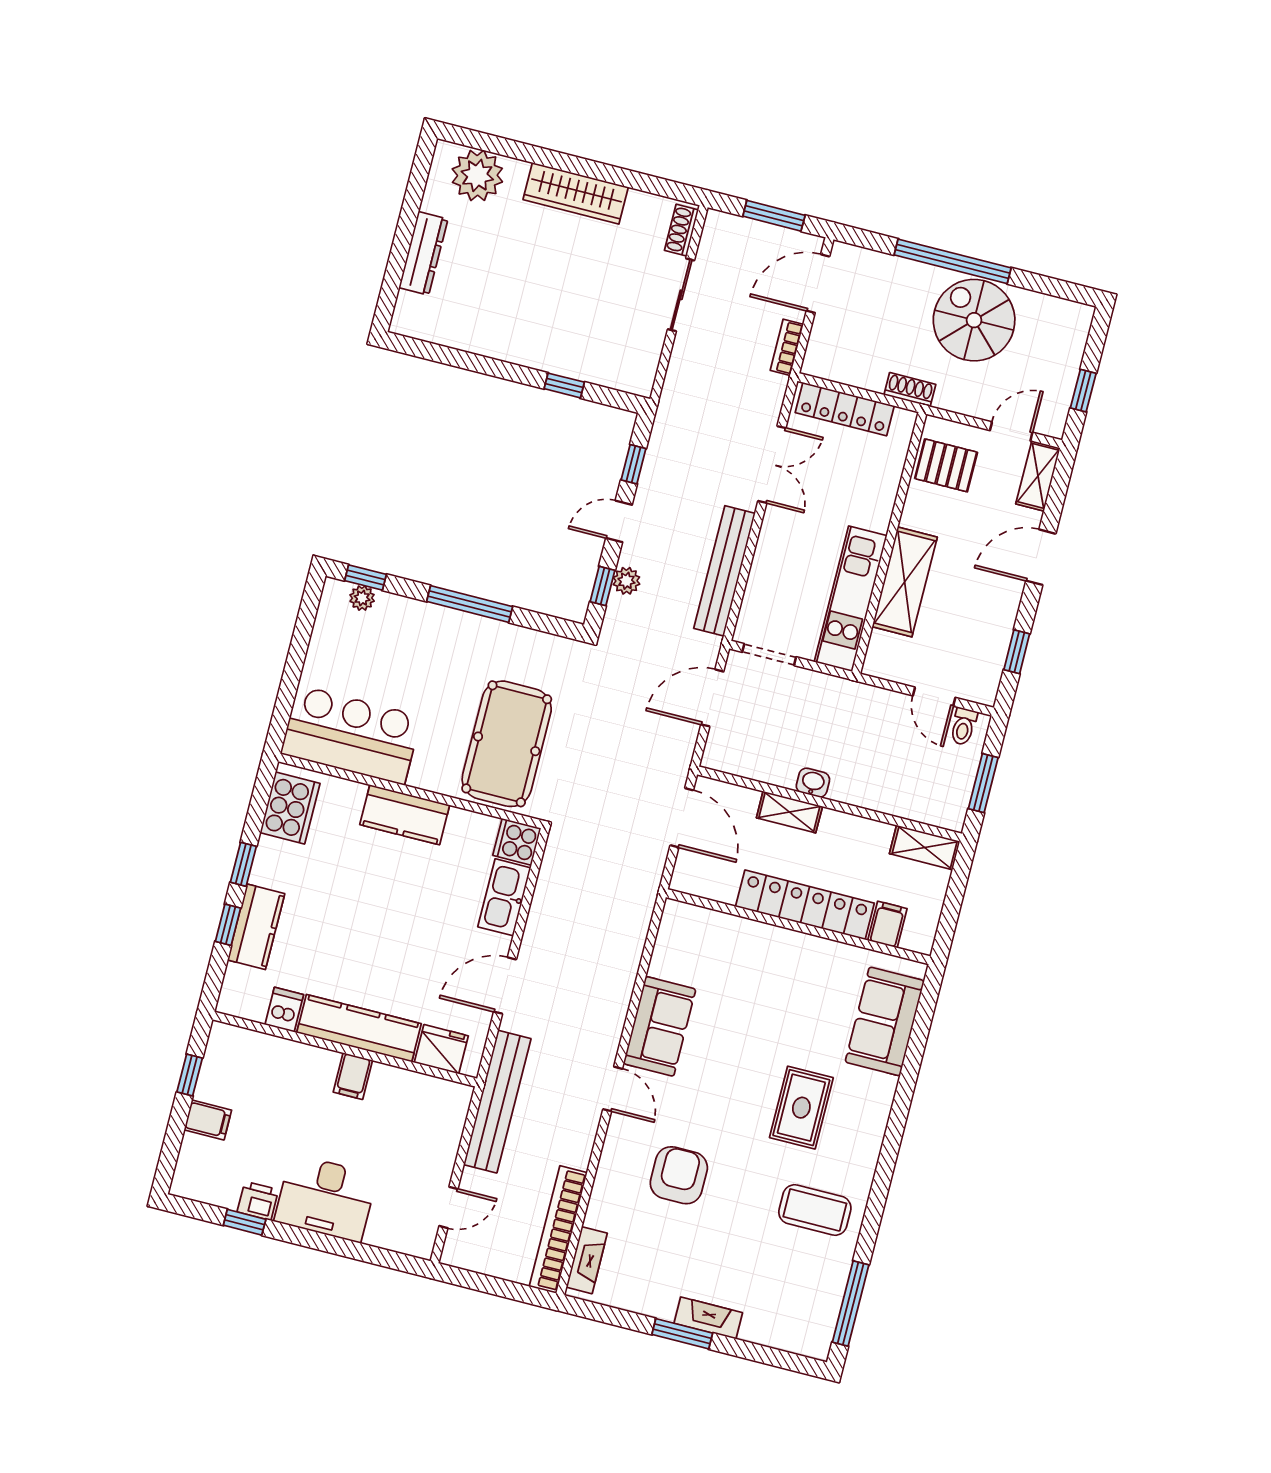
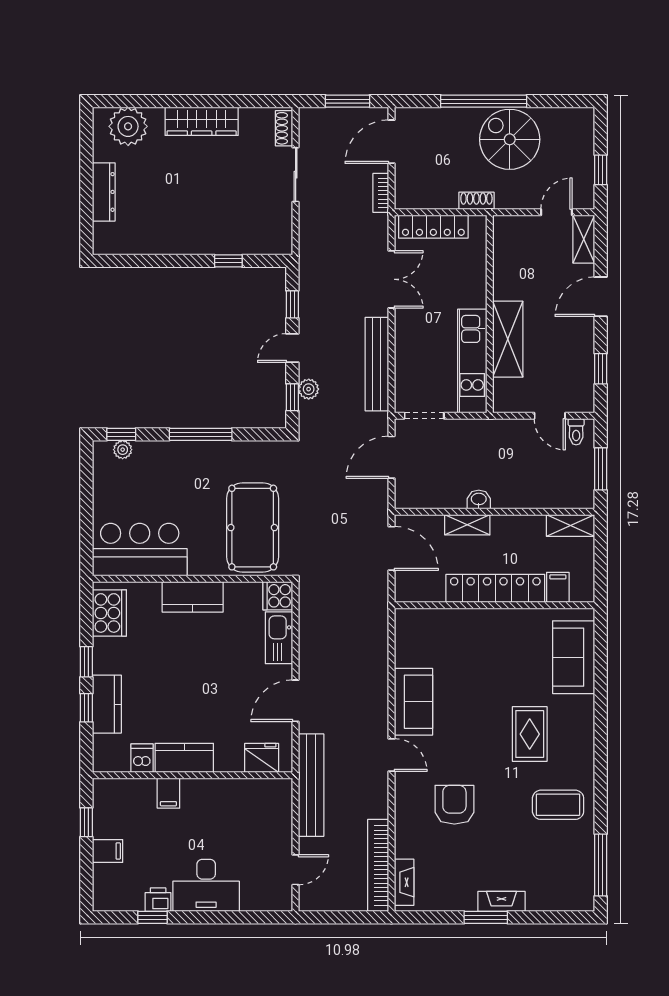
pallet: (946, 465) -> (516, 248), removed
kitchen counter: (359, 1028) -> (184, 758), width x0.67
filing cabinet: (353, 1076) -> (168, 793), moved

